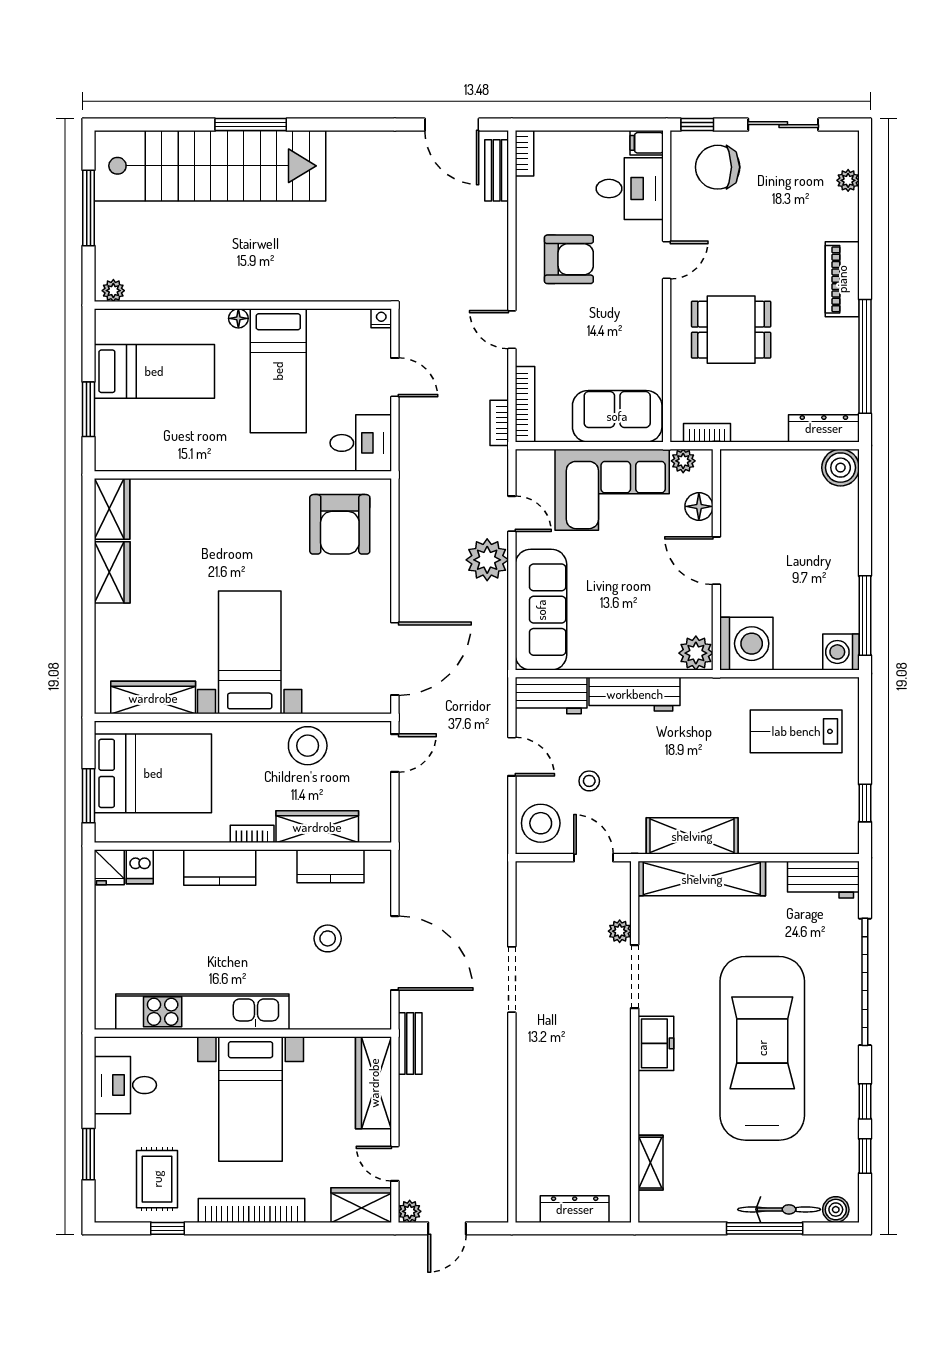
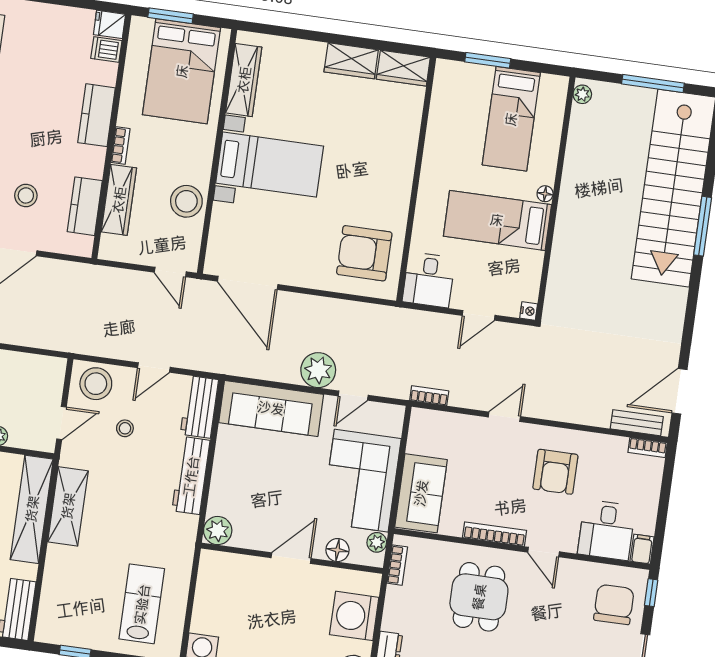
bookcase: (525, 404) -> (495, 534), moved, turned 180
washing machine: (746, 644) -> (354, 616), moved, turned 90

